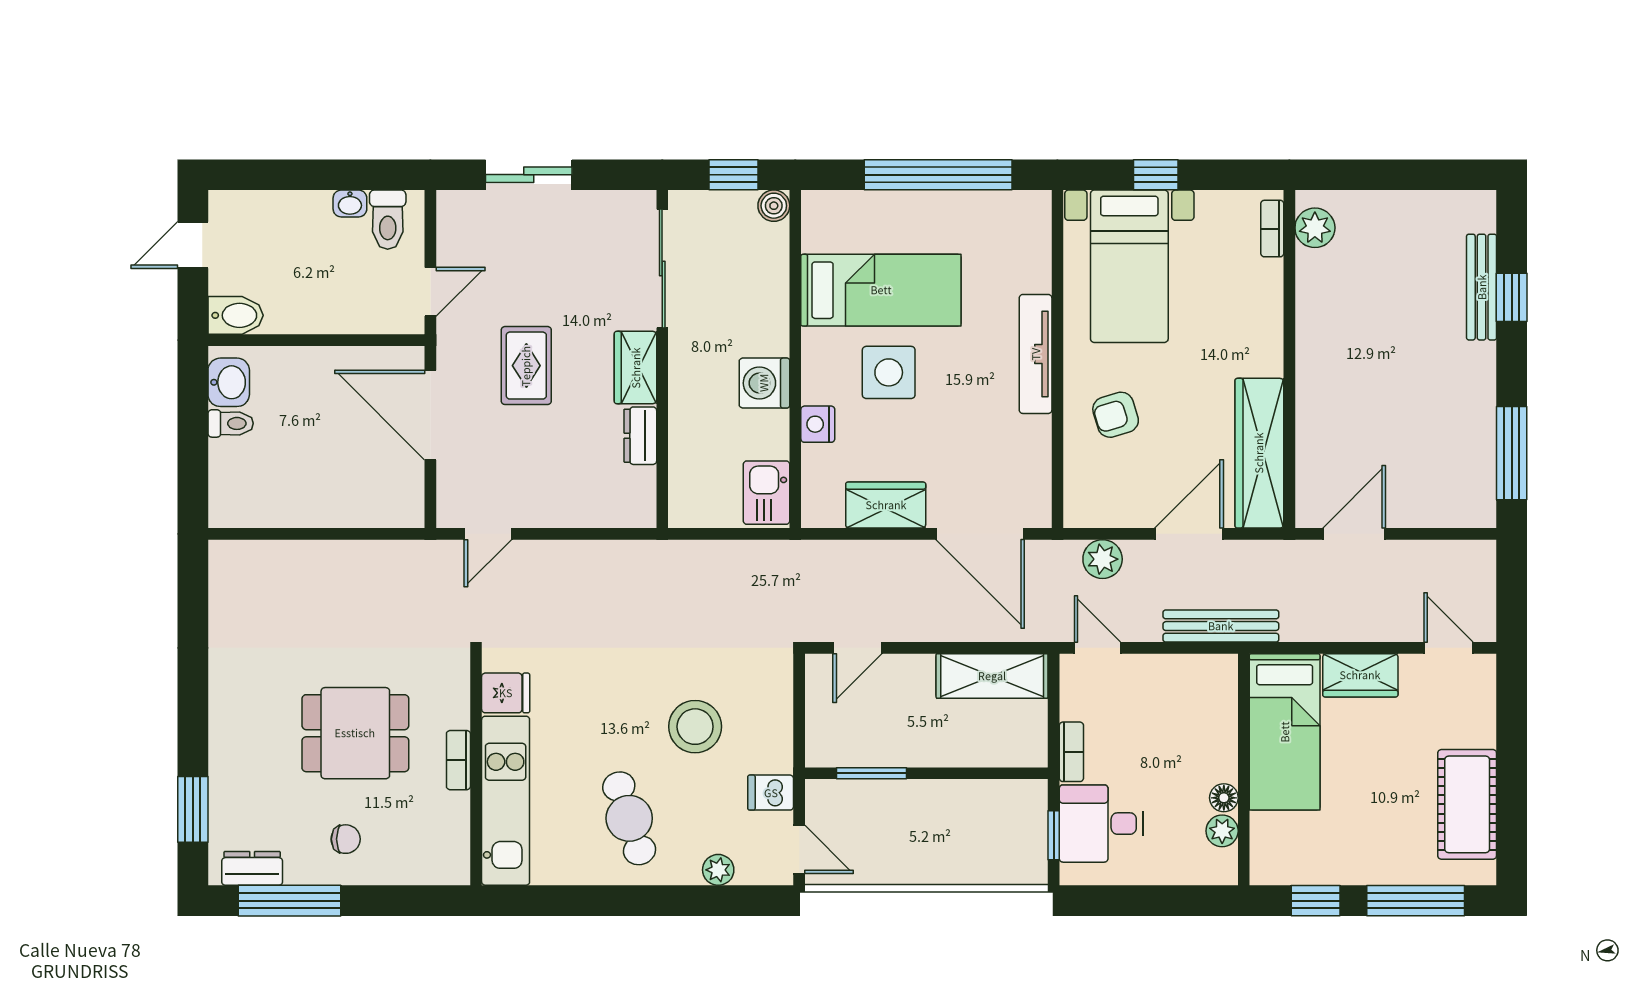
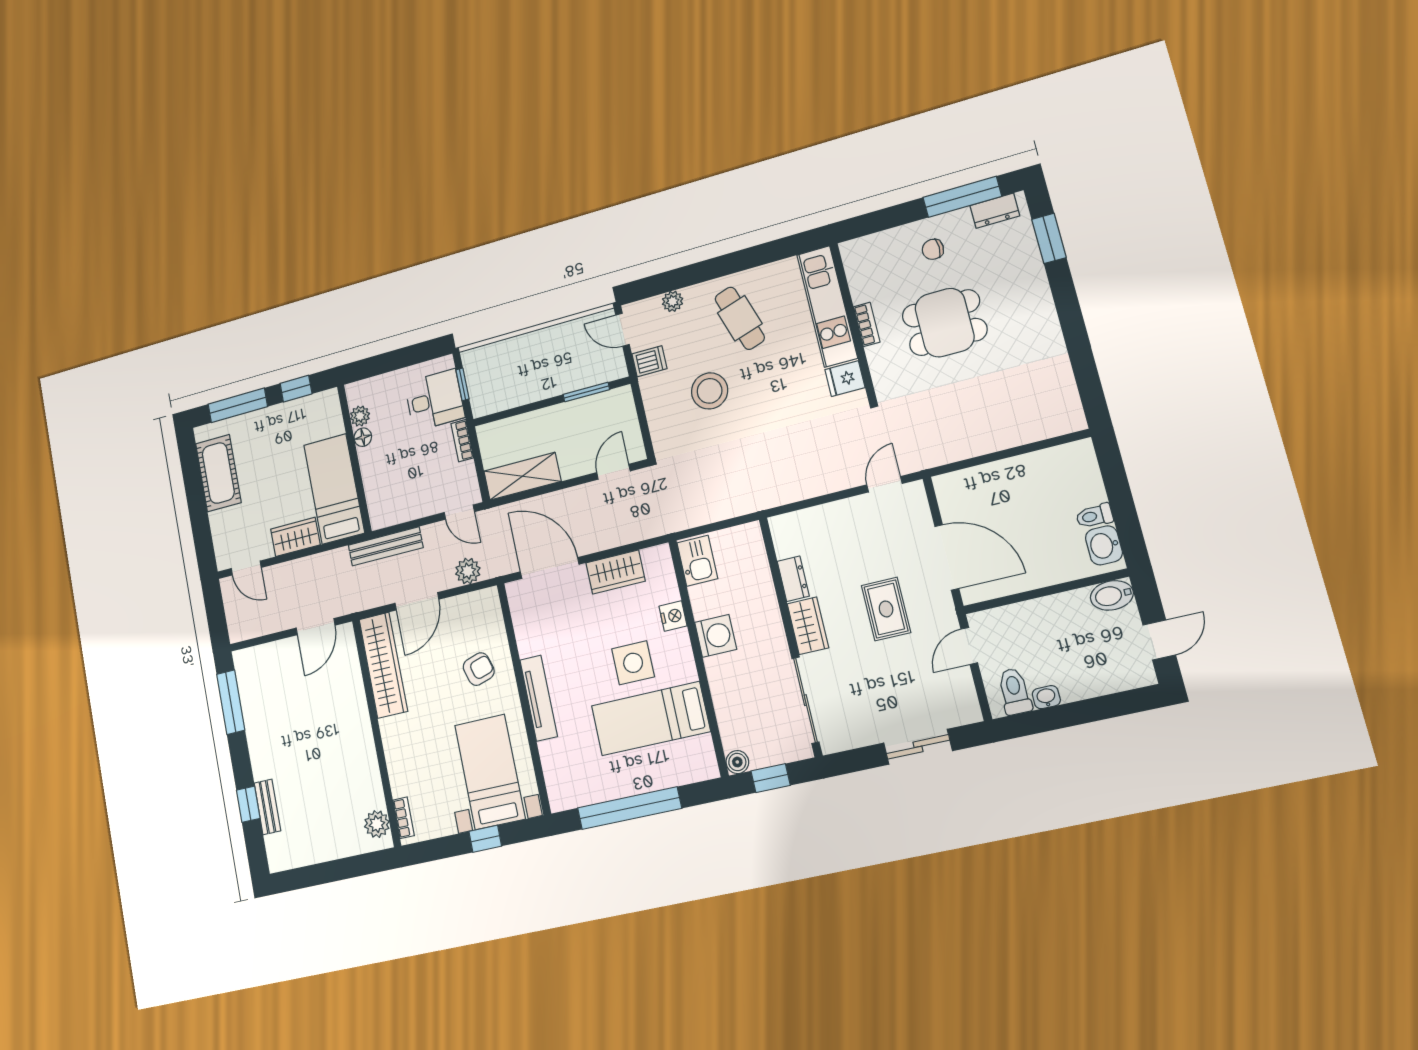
bench: (1482, 287) -> (267, 807), width x0.73

